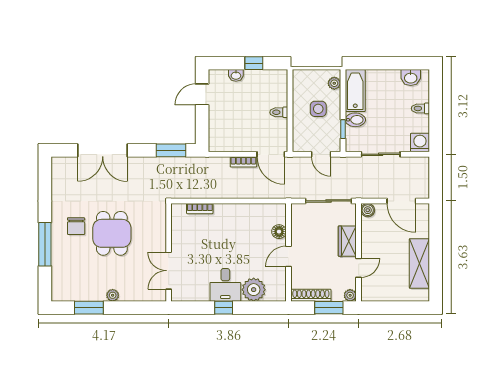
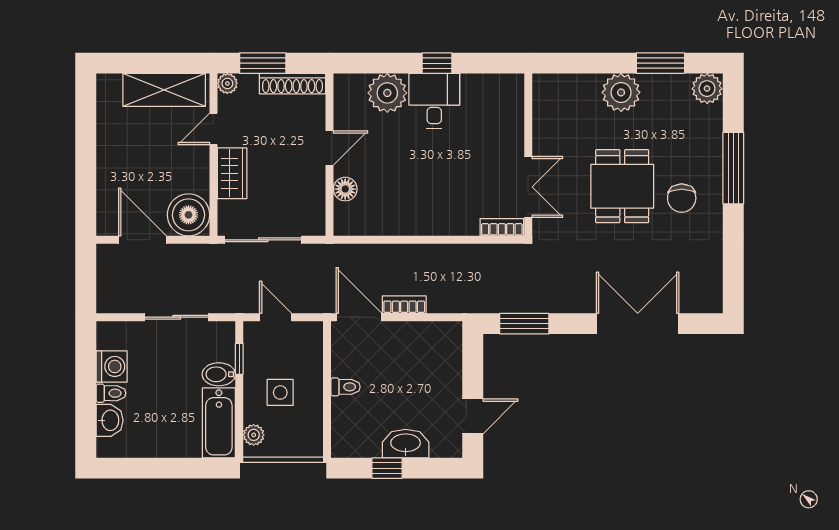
washbasin: (236, 75) -> (406, 444), width x1.91, depth x1.45
washbasin: (411, 78) -> (110, 420), moved, turned 90
washing machine: (420, 143) -> (112, 366), moved, turned -90
bookcase: (200, 209) -> (502, 227), moved
boiler: (368, 210) -> (188, 215), width x1.86, depth x1.86
chair: (76, 226) -> (682, 198), turned 180
shelving: (419, 263) -> (164, 90), moved, turned 90
double door: (169, 271) -> (528, 187), moved
plant: (61, 292) -> (707, 89), added
plant: (113, 295) -> (621, 92), width x1.87, depth x1.87

